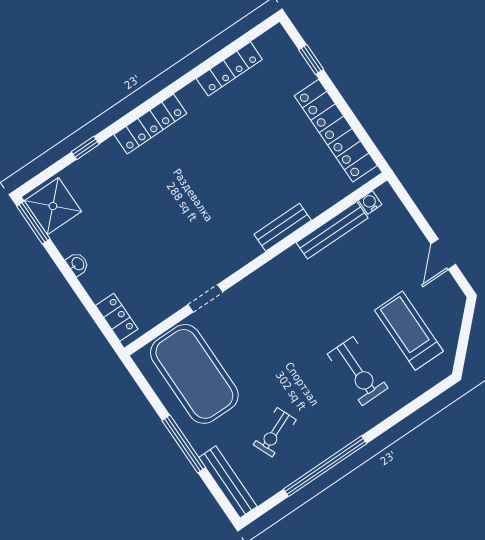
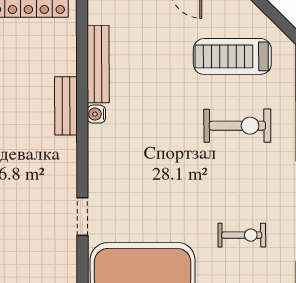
water cooler: (370, 202) -> (96, 114), moved
exercise bike: (275, 432) -> (242, 235), turned -67

